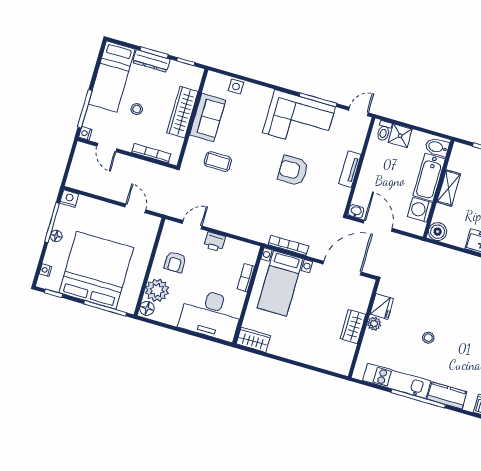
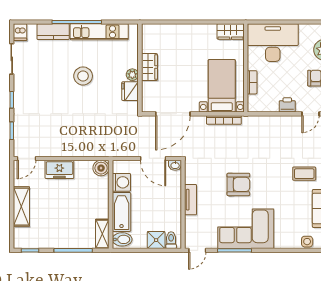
shelving: (449, 188) -> (102, 234), moved
stool: (428, 338) -> (83, 76), width x1.89, depth x1.89

